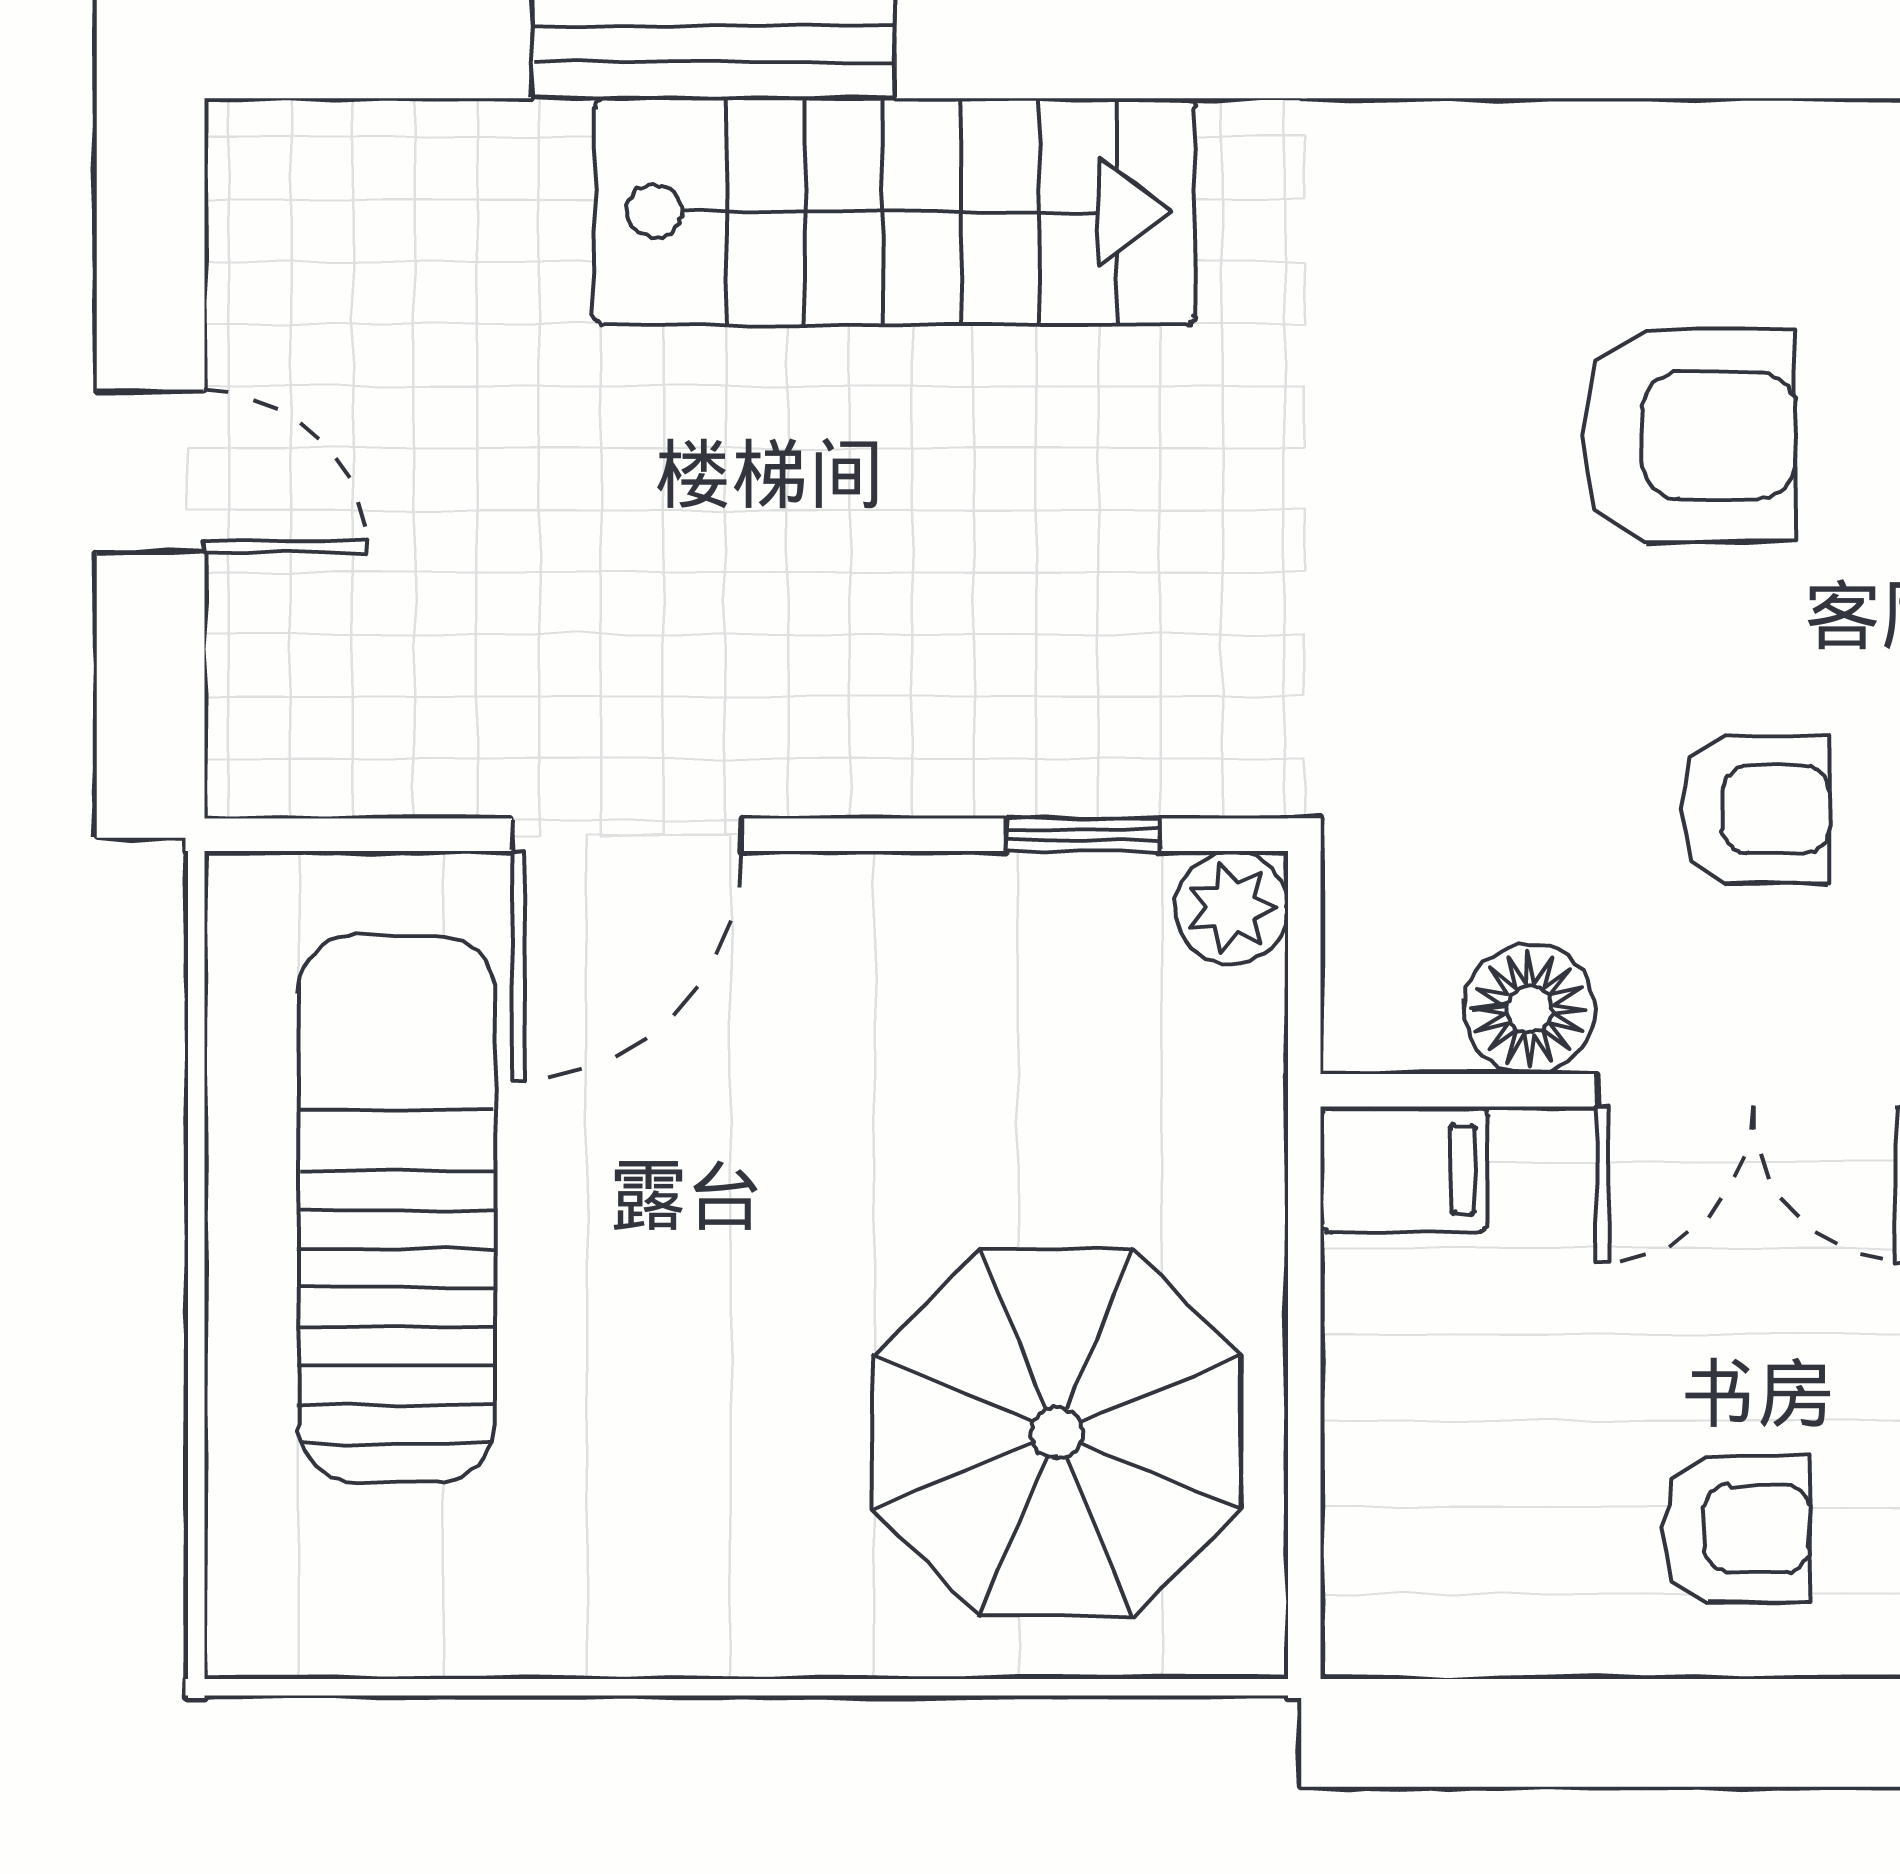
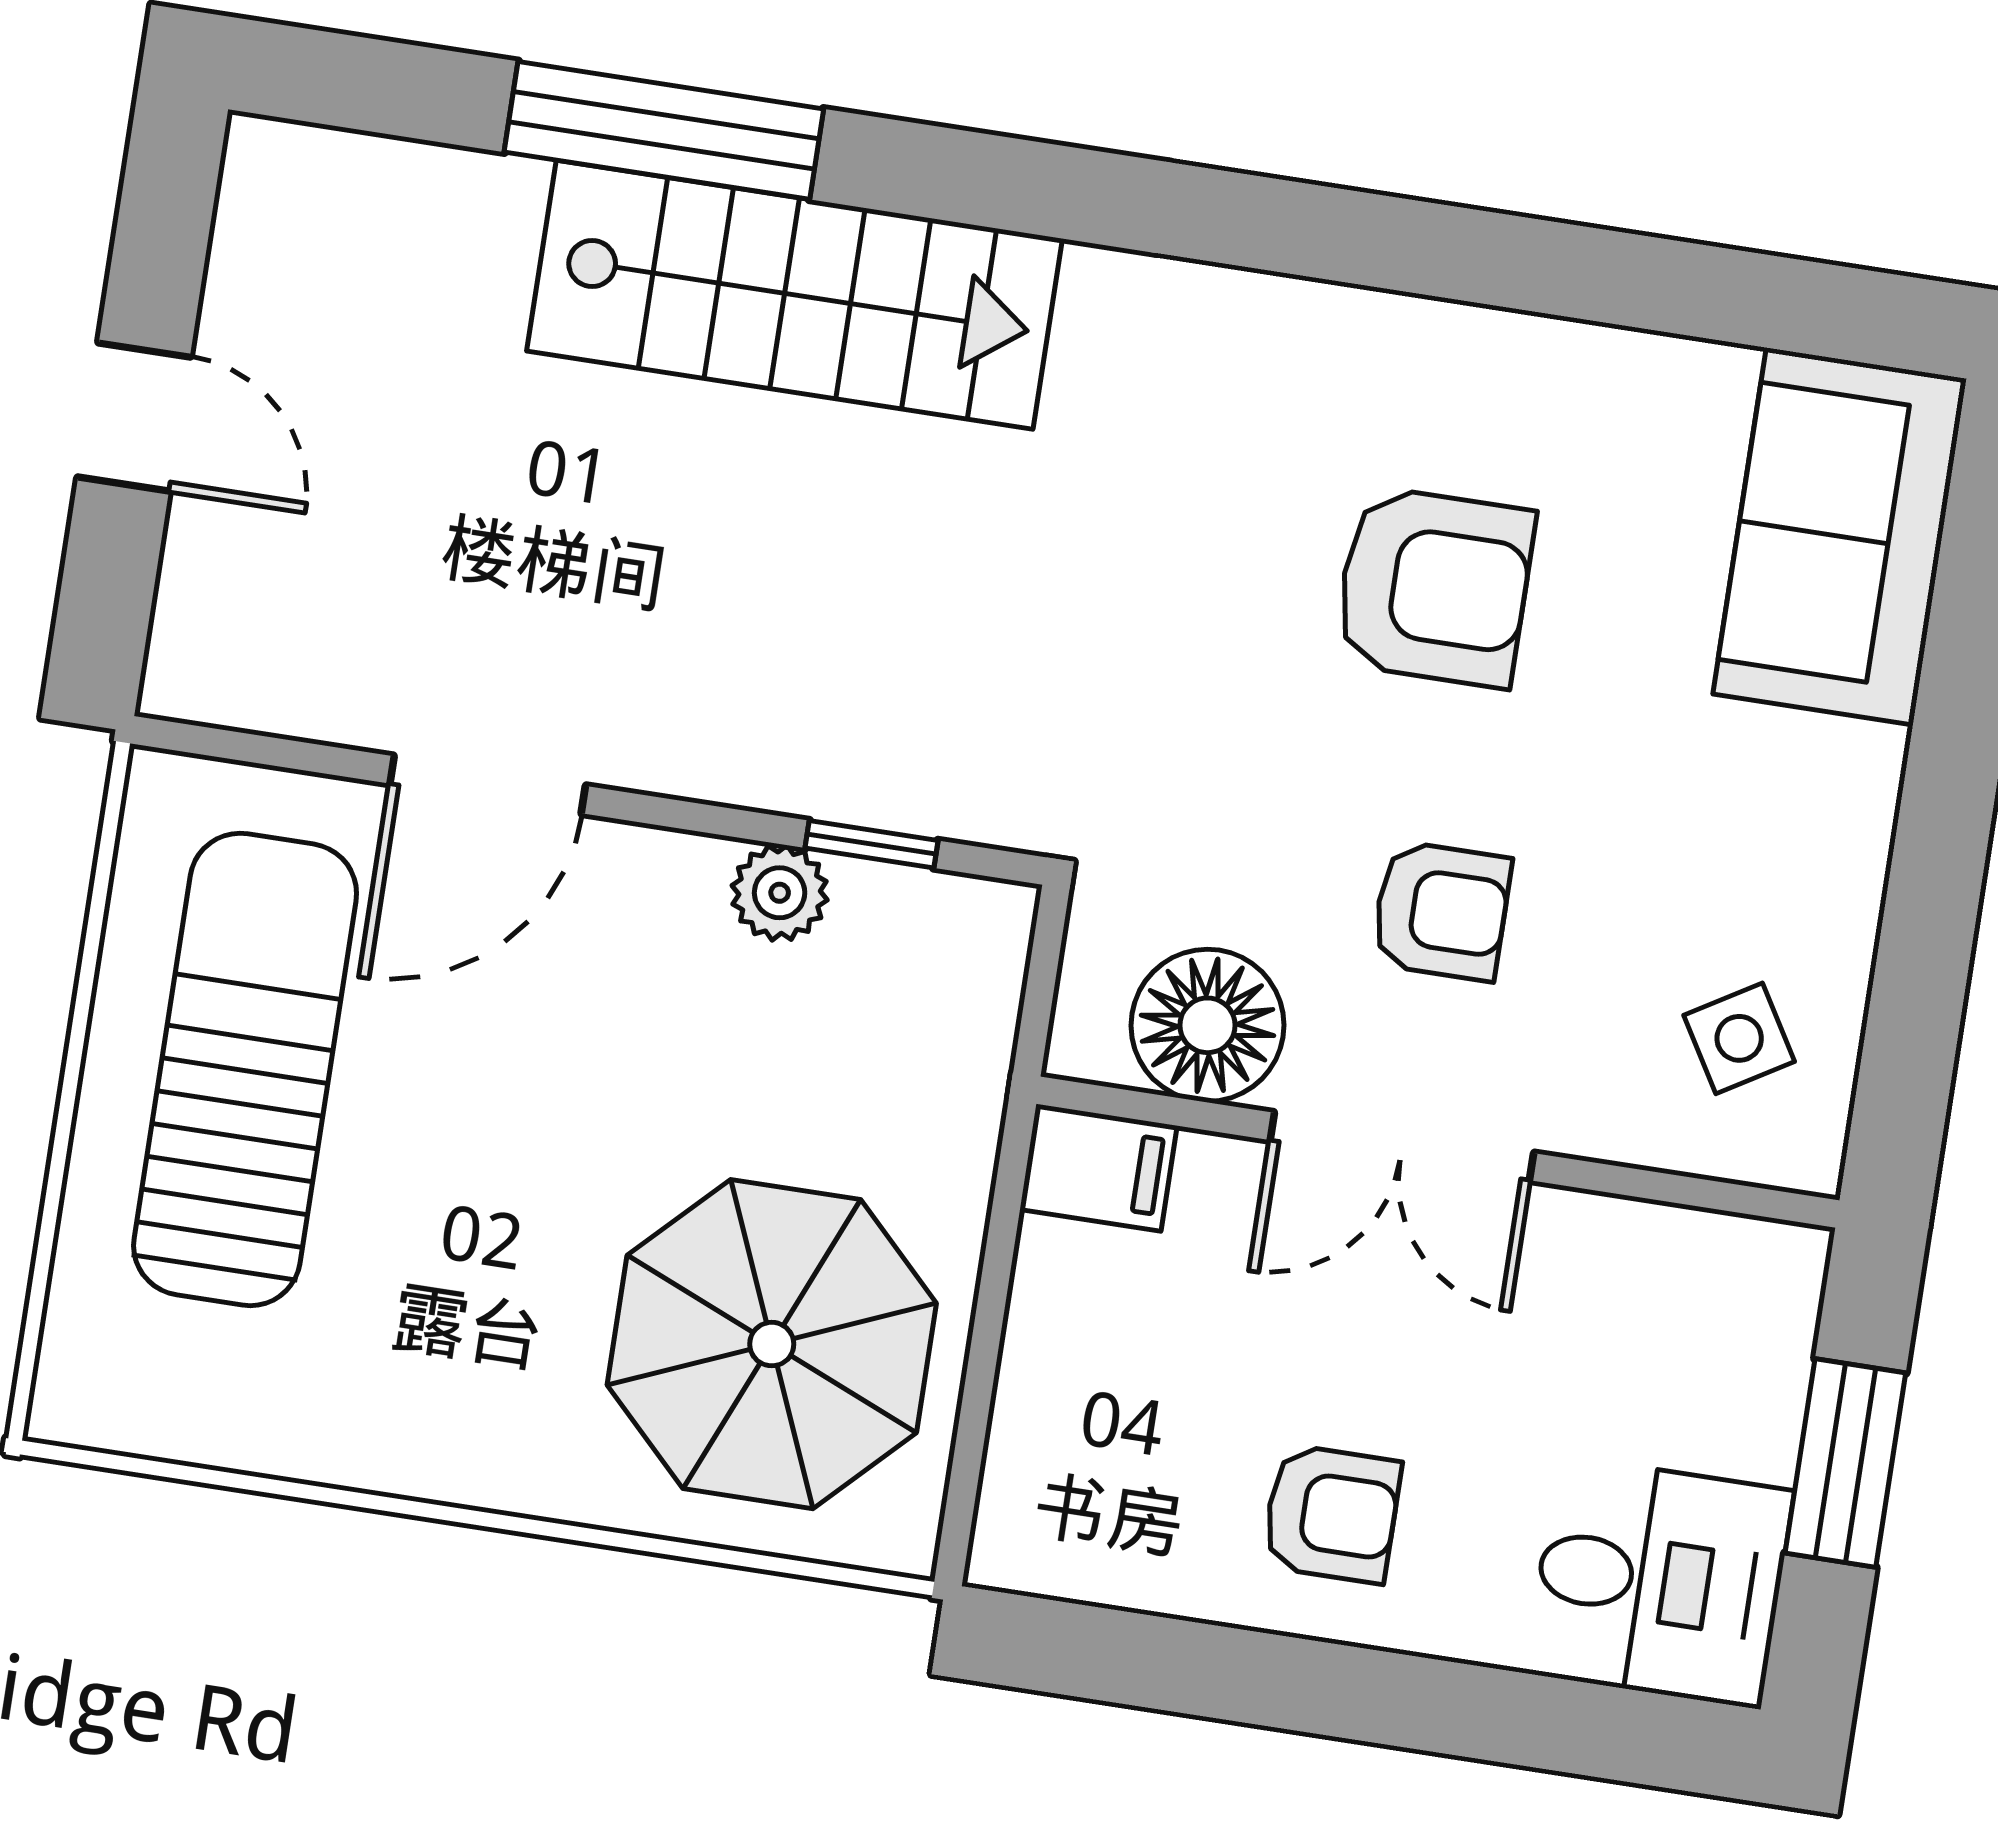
plant: (1231, 908) -> (780, 893), moved
floor lamp: (1529, 1009) -> (1207, 1025), width x1.38, depth x1.38

